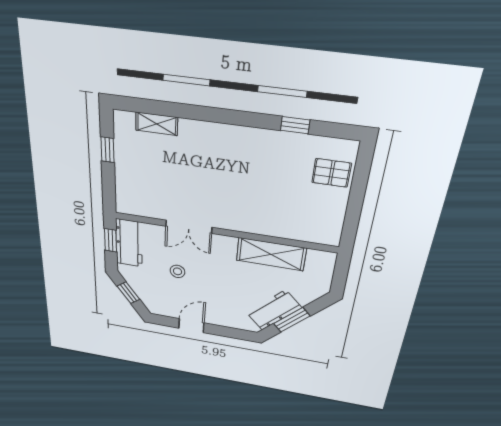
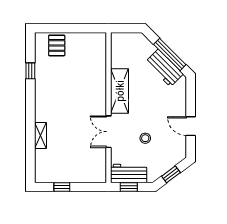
shelving: (157, 124) -> (40, 135), moved
double door: (189, 227) -> (108, 132), swing flipped
shelving: (271, 254) -> (120, 91), moved
window: (292, 320) -> (170, 55), width x1.44

